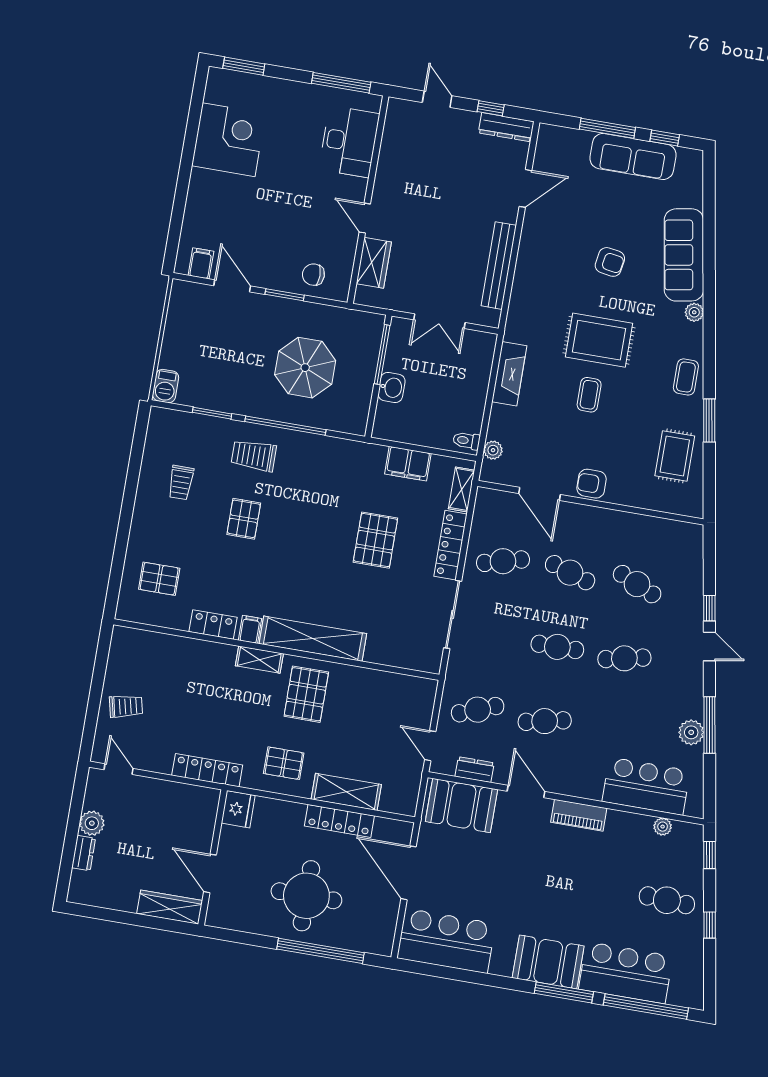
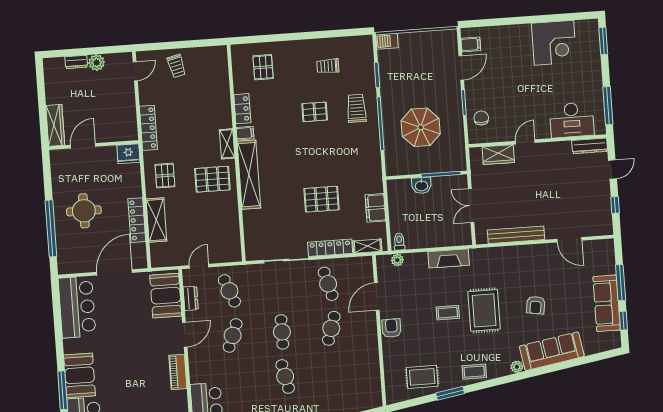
dresser: (506, 127) -> (590, 146), moved, turned -90
cafe table: (637, 584) -> (334, 373), removed
cafe table: (545, 721) -> (233, 335), turned 33
round table: (306, 896) -> (84, 211), width x0.73, depth x0.73

